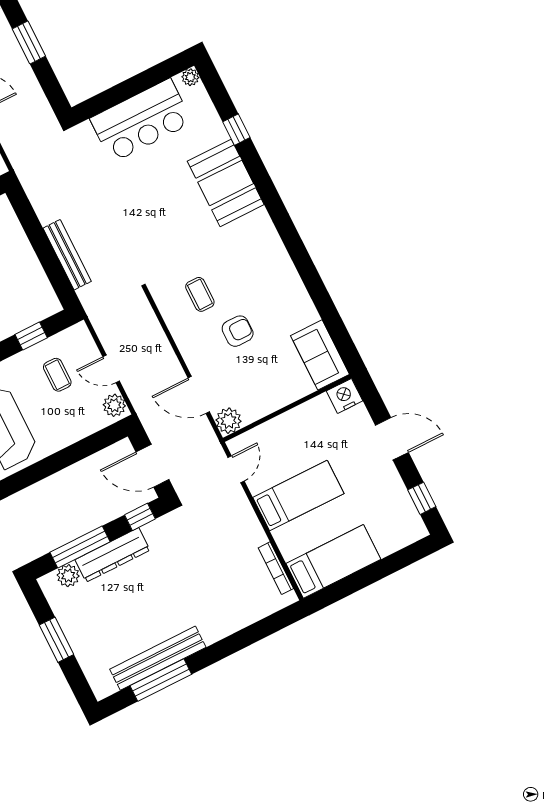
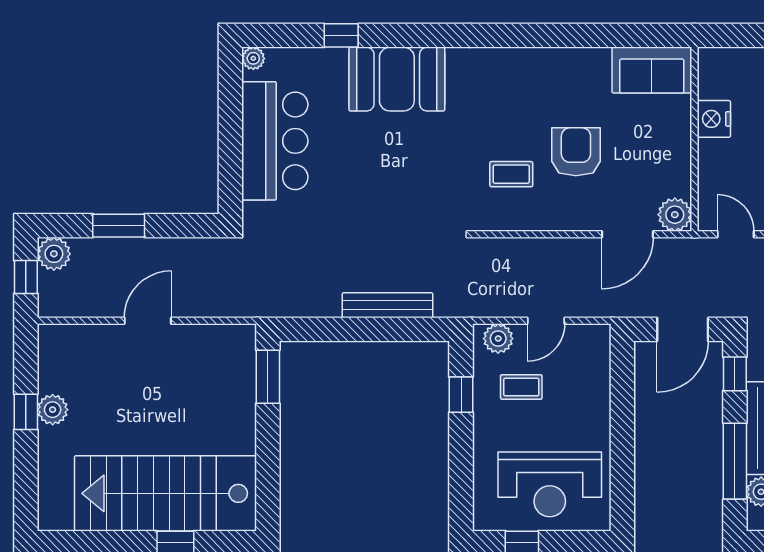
armchair: (238, 331) -> (576, 152), width x1.38, depth x1.38
nightstand: (345, 396) -> (714, 119), moved
plant: (114, 405) -> (498, 339), moved

